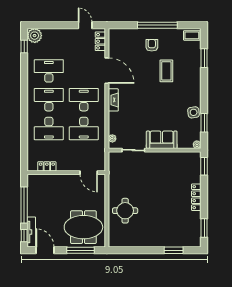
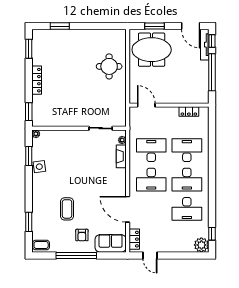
fireplace: (113, 100) -> (121, 156), moved
sofa: (162, 140) -> (111, 243), moved, turned 180
window: (81, 250) -> (155, 26), width x0.69

